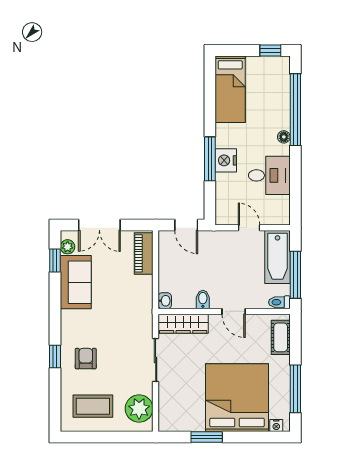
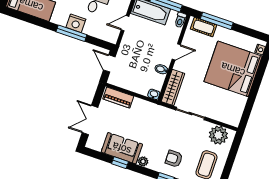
double door: (99, 225) -> (90, 120), swing flipped
door: (186, 225) -> (109, 63), swing flipped
plant: (68, 247) -> (143, 161), moved
window: (55, 261) -> (120, 163), moved
window: (295, 389) -> (217, 21), moved
window: (207, 437) -> (252, 97), removed

